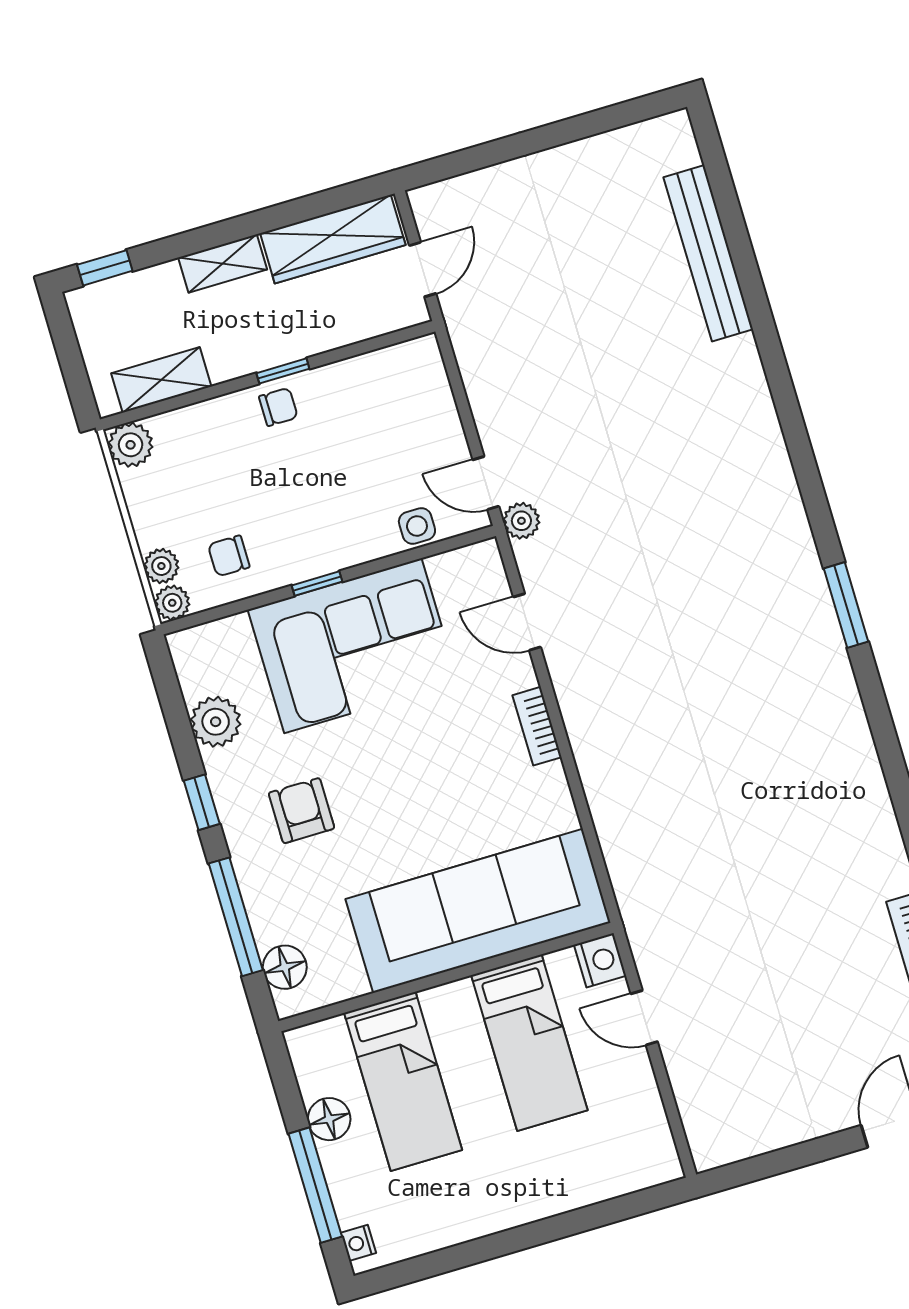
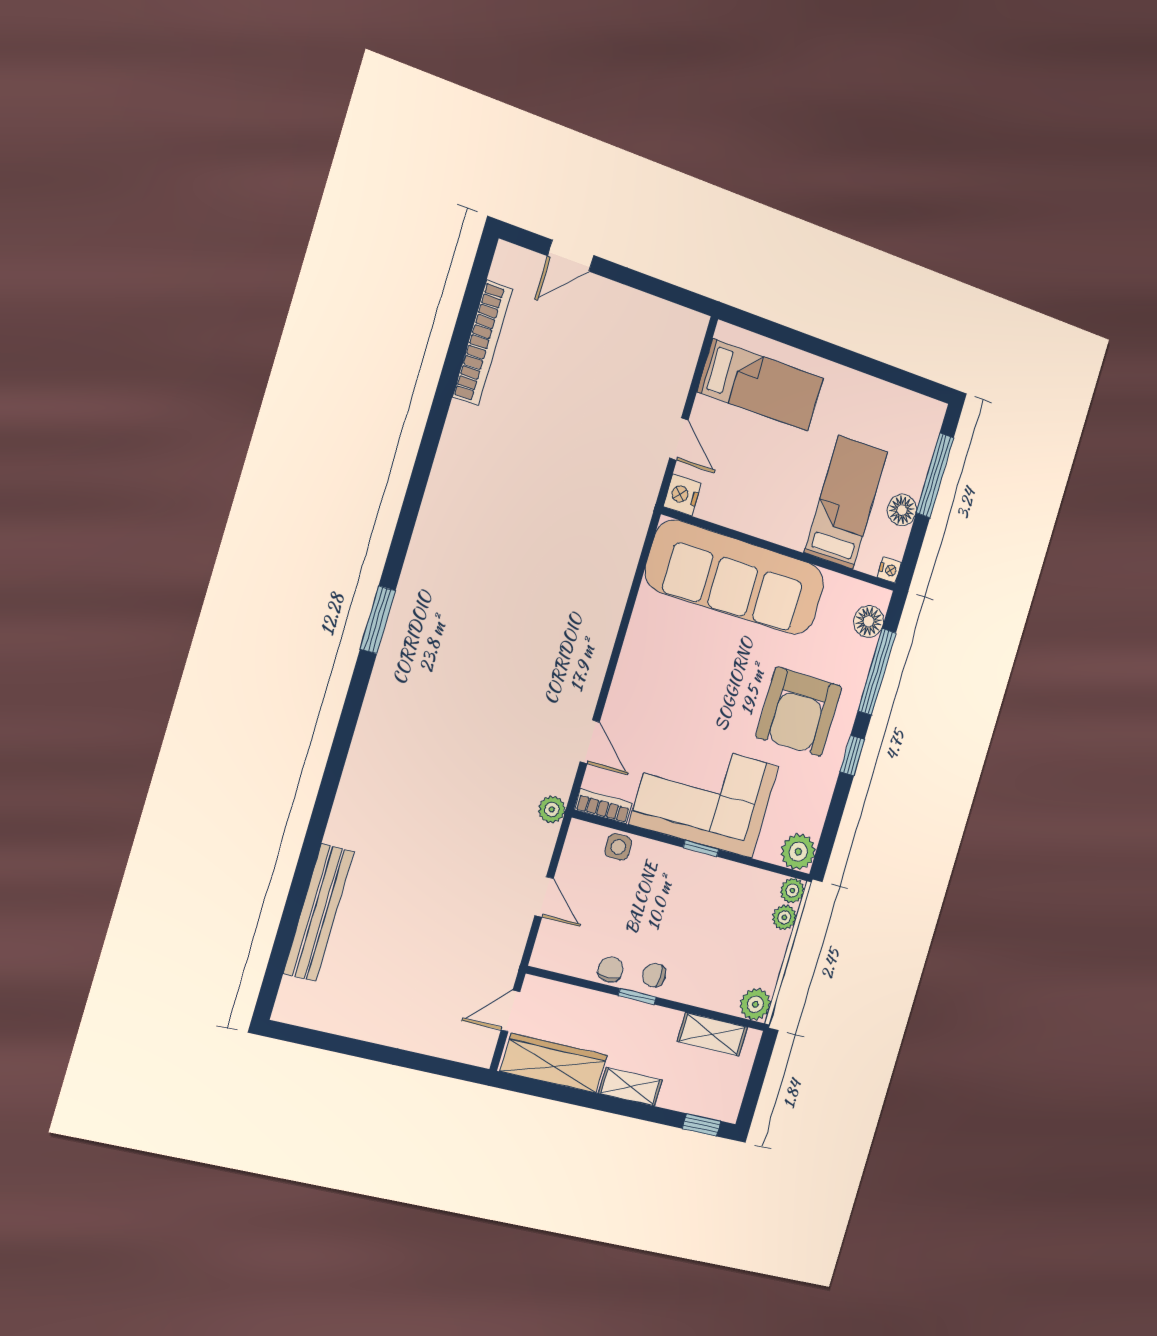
door: (486, 483) -> (544, 897), moved
chair: (229, 556) -> (611, 970), moved, turned -90
plant: (216, 722) -> (798, 852), moved
bookcase: (537, 726) -> (603, 806), moved, turned -90
armchair: (302, 811) -> (799, 712), width x1.88, depth x1.88
bed: (529, 1043) -> (761, 385), moved, turned 90
nightstand: (358, 1243) -> (889, 570), moved

